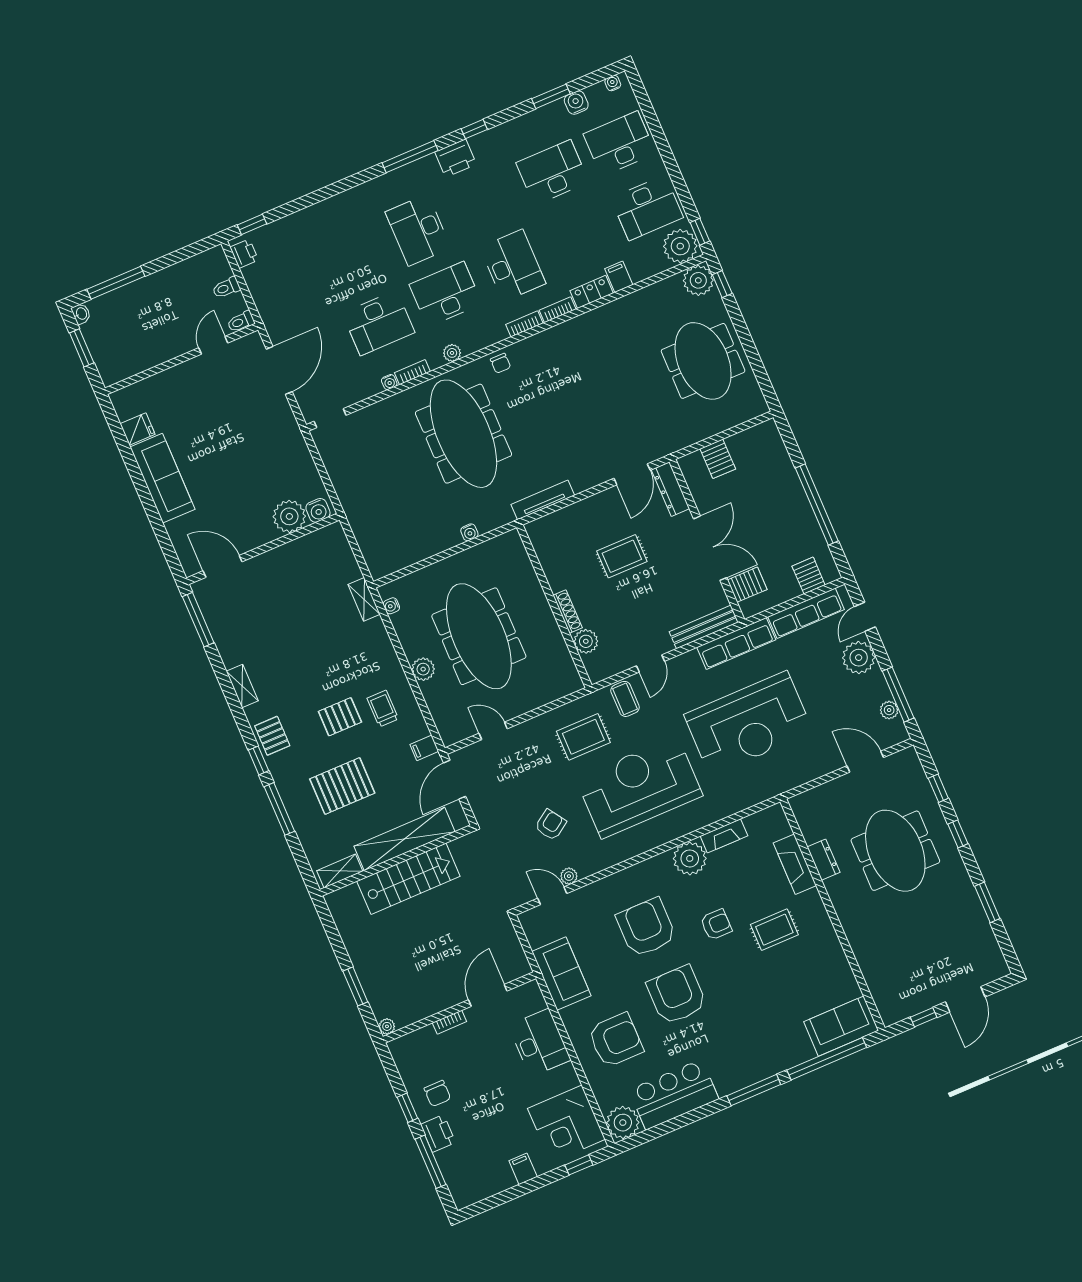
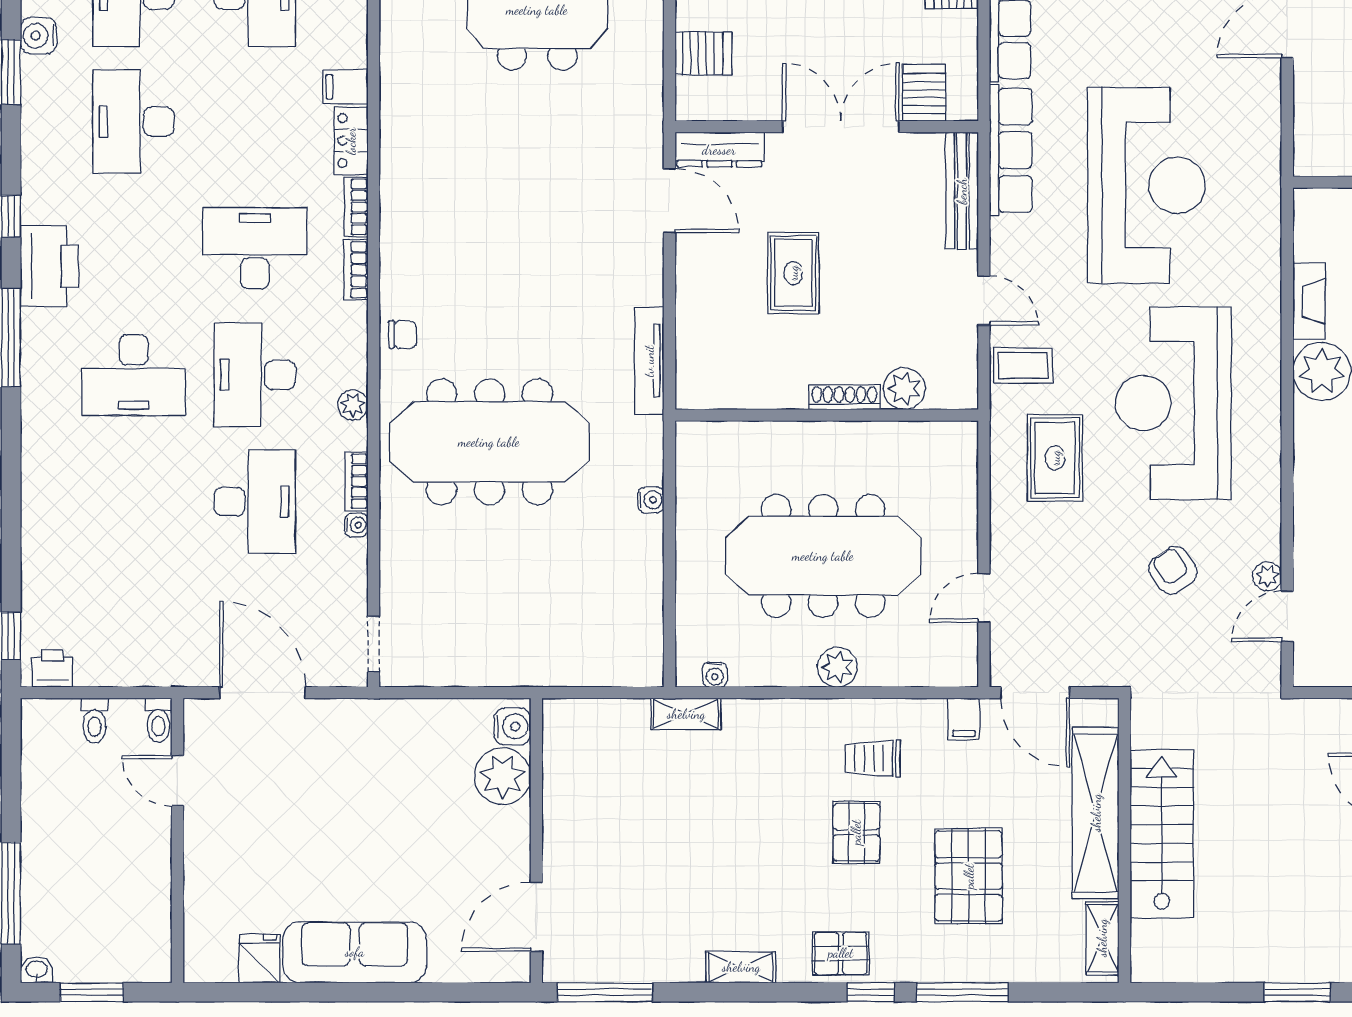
printer: (456, 158) -> (49, 266), width x1.37, depth x1.19

